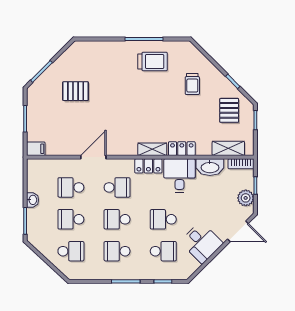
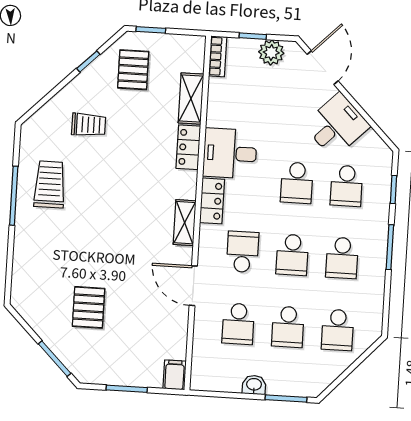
pallet: (229, 110) -> (133, 70), turned 90
shelving: (228, 148) -> (191, 98), moved
shelving: (152, 149) -> (185, 223), moved
washbasin: (210, 167) -> (220, 105), removed
school desk: (71, 251) -> (338, 330), turned 180
school desk: (163, 251) -> (346, 186), turned 180

